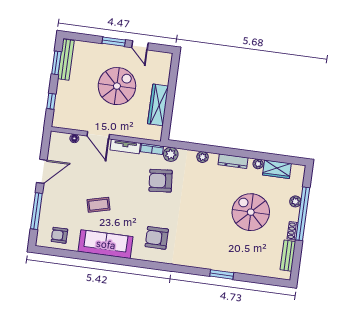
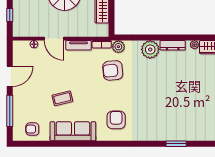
plant: (203, 157) -> (150, 49), width x1.87, depth x1.87
spiral stairs: (251, 212) -> (194, 87), removed
armchair: (157, 238) -> (116, 120), turned 90

